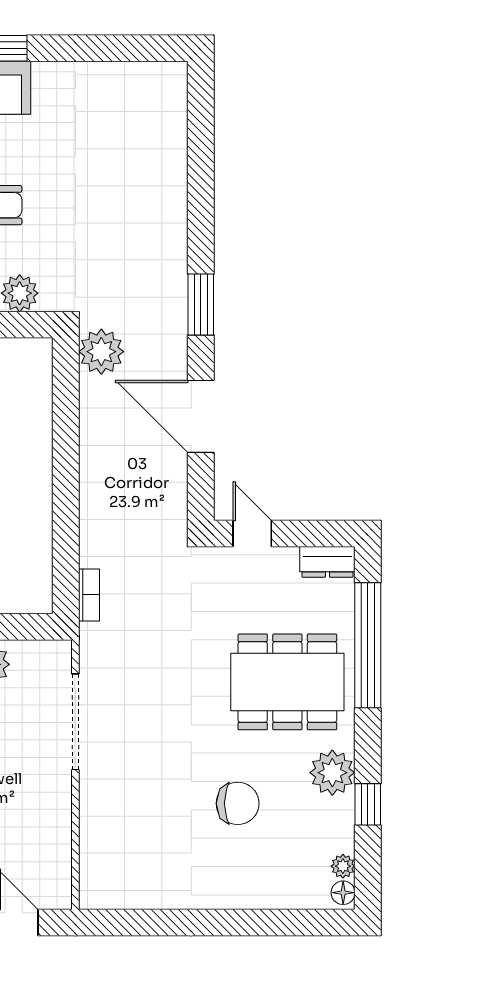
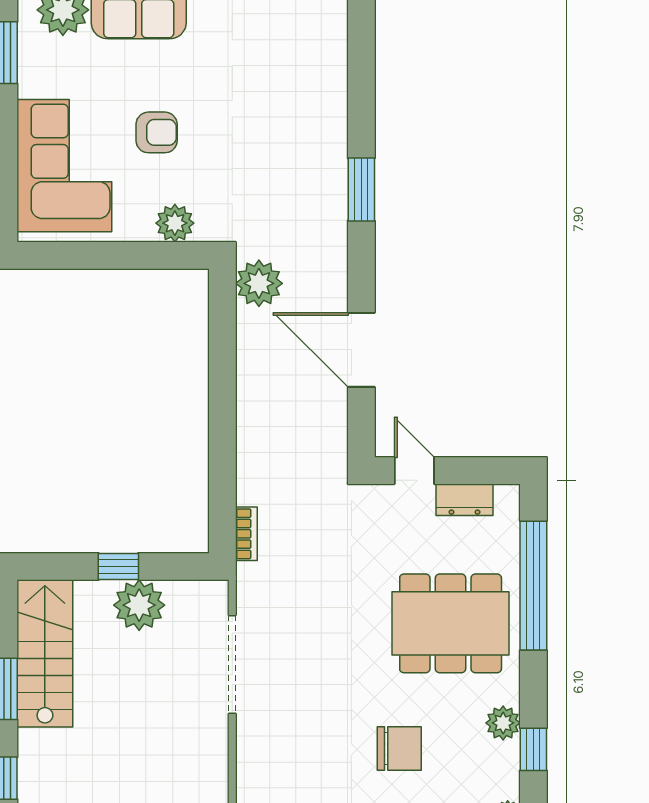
window: (201, 305) -> (361, 190), moved
dresser: (327, 562) -> (464, 500), moved
plant: (332, 773) -> (503, 723), width x0.73, depth x0.73

